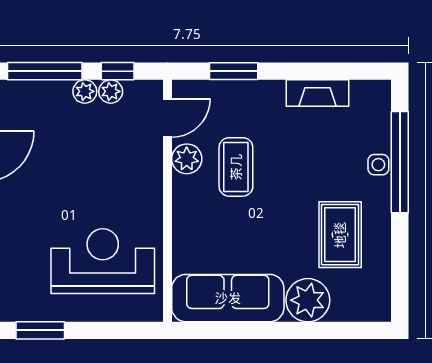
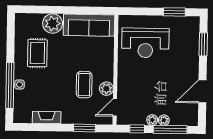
plant: (111, 91) -> (164, 120), moved

